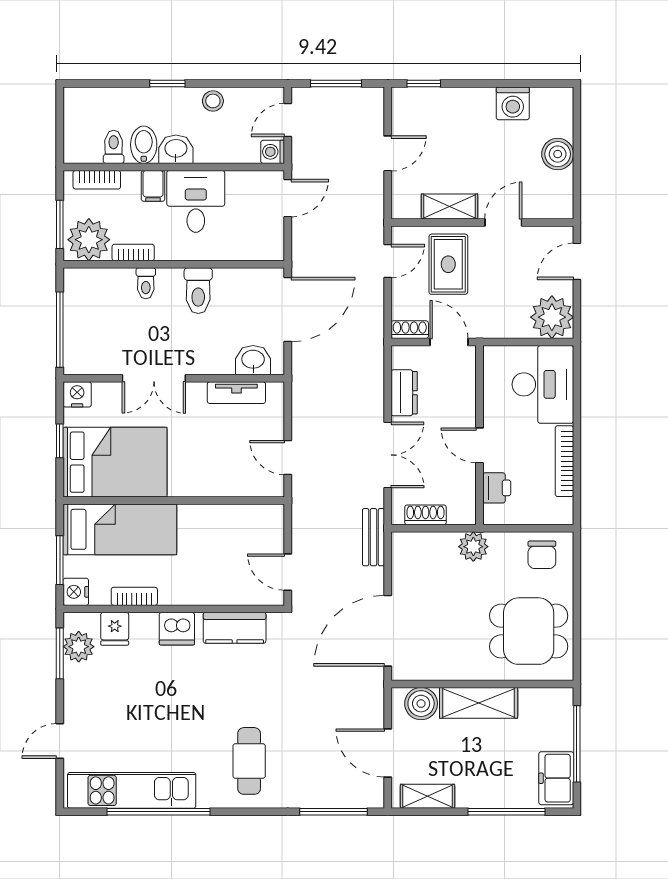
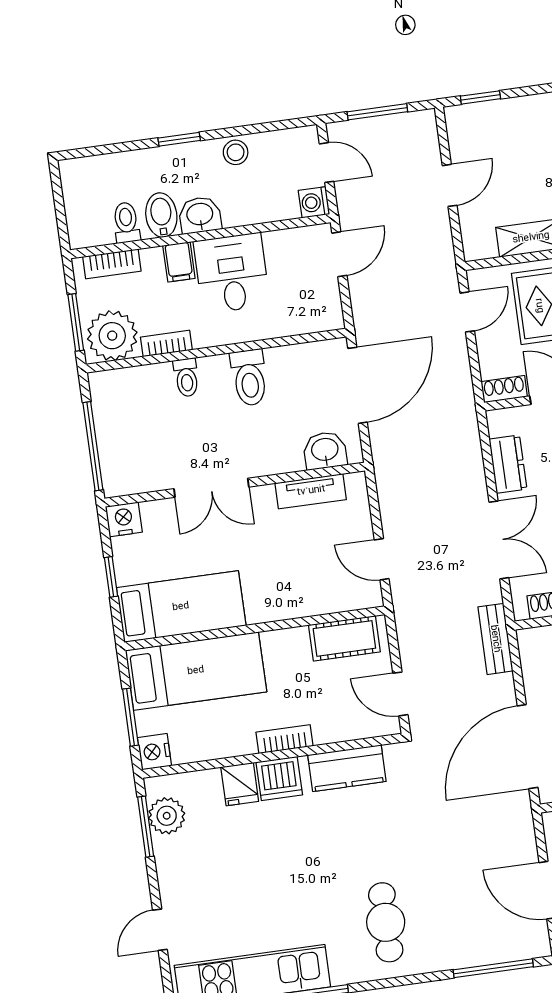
door: (288, 120) -> (327, 163), swing flipped
bed: (115, 462) -> (181, 607), width x0.67
cot: (247, 519) -> (344, 638), added
bookcase: (134, 596) -> (285, 739), moved
fridge: (115, 629) -> (240, 784), moved

